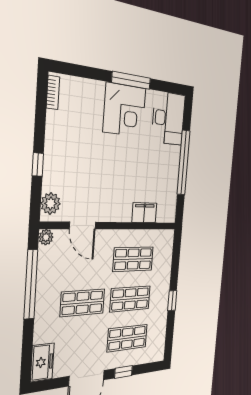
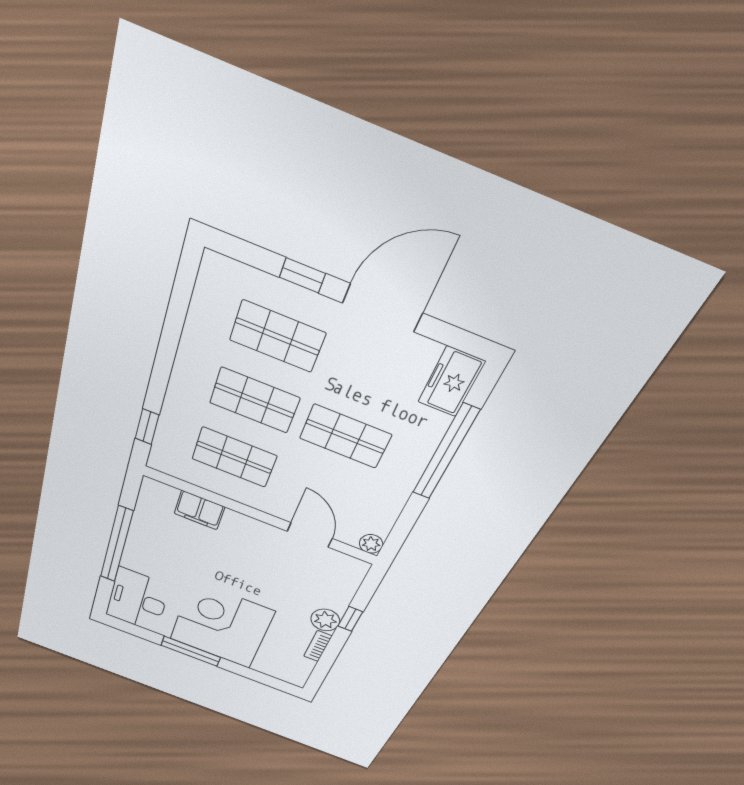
bookcase: (53, 92) -> (318, 646), moved
corner desk: (124, 110) -> (221, 625), width x1.36, depth x1.36
plant: (51, 204) -> (325, 620), moved
window: (31, 284) -> (445, 452), moved
window: (172, 301) -> (147, 427), moved

